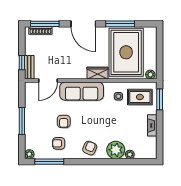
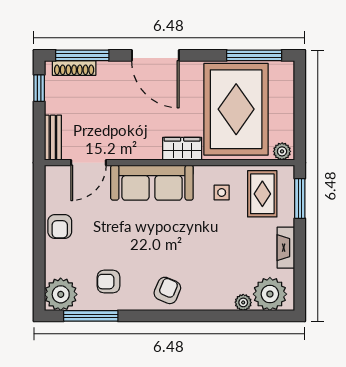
window: (120, 24) -> (254, 55), moved
window: (22, 63) -> (39, 88), moved
rug: (140, 97) -> (262, 194), turned 90
window: (22, 121) -> (39, 239), removed
armchair: (64, 121) -> (60, 226), moved
plant: (116, 150) -> (270, 294), moved
plant: (29, 154) -> (61, 294), width x1.88, depth x1.88

